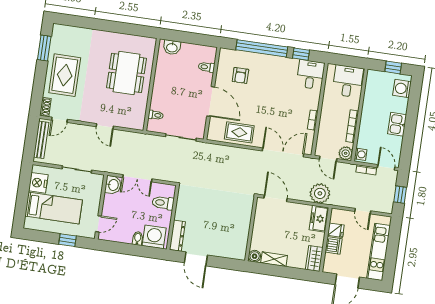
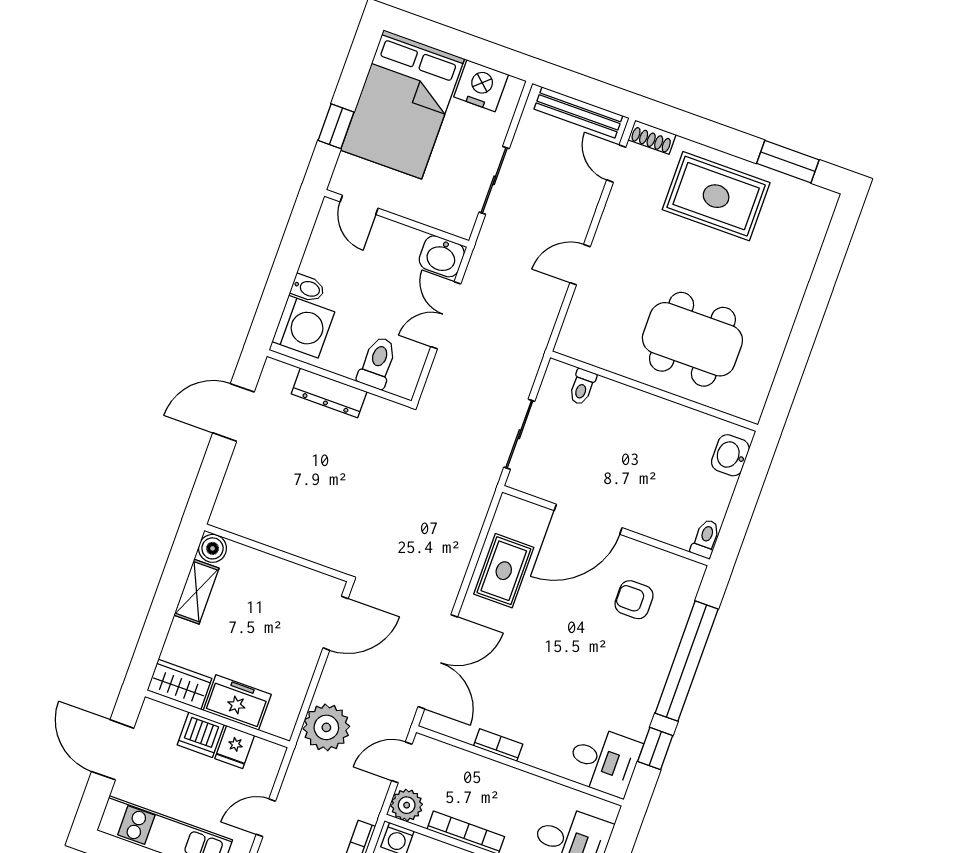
toilet: (206, 67) -> (706, 539), moved
bed: (54, 208) -> (403, 104), width x1.50
freezer: (319, 219) -> (237, 702), moved
dresser: (177, 236) -> (329, 393), moved

